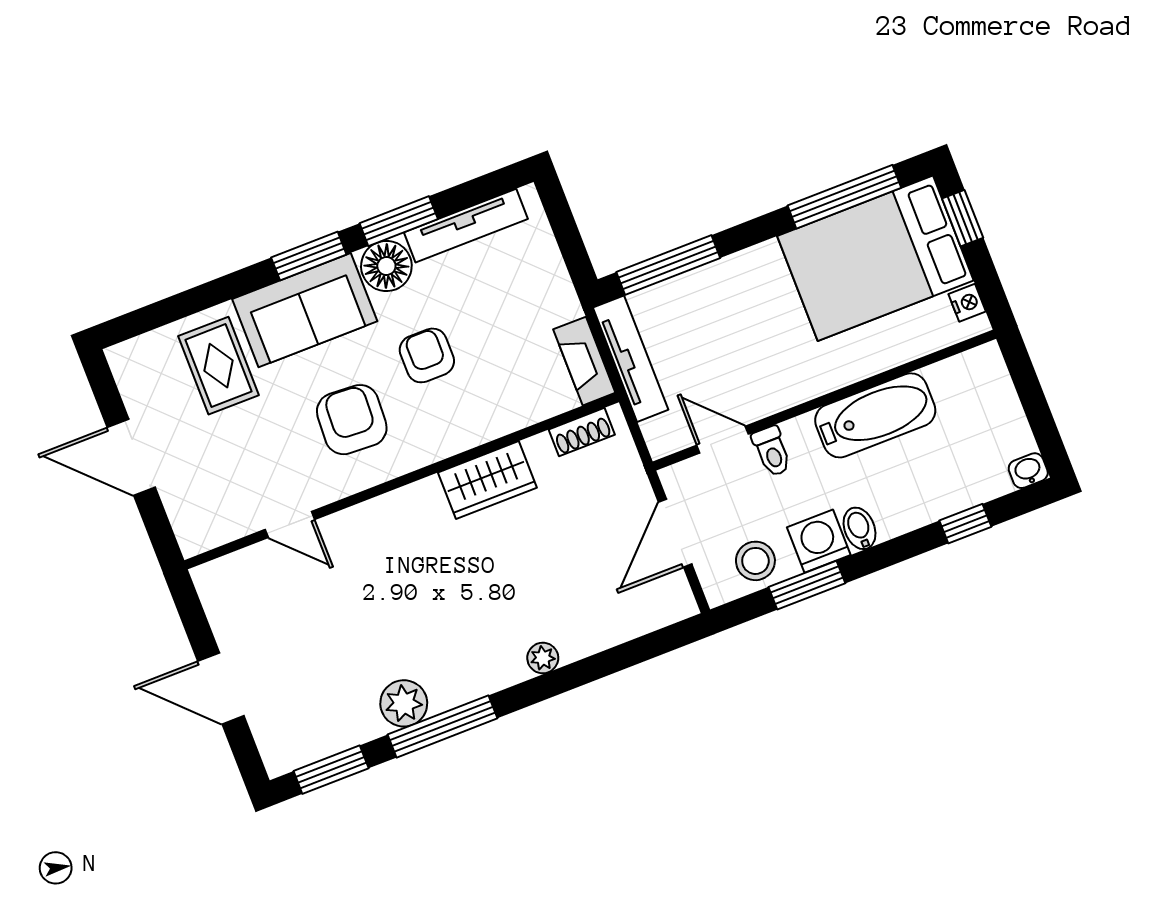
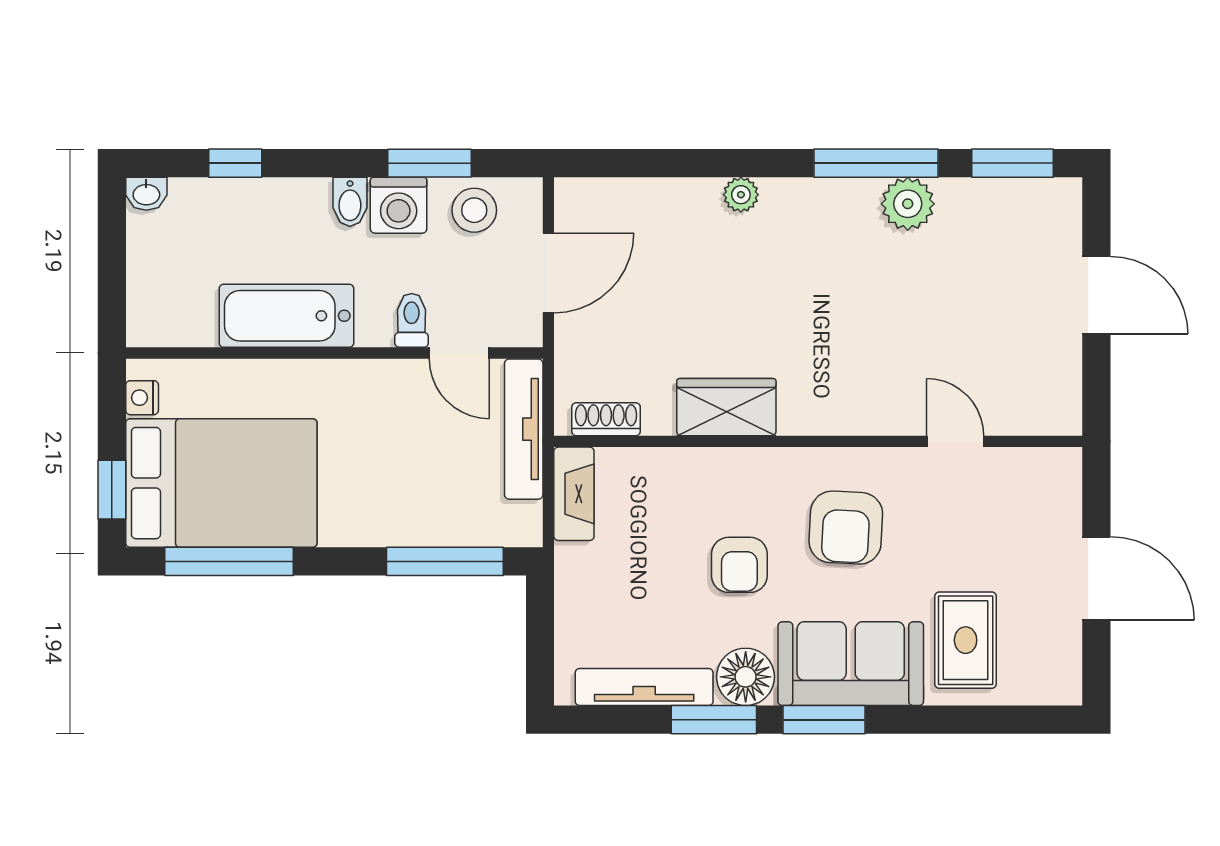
tv unit: (631, 359) -> (524, 429), moved

